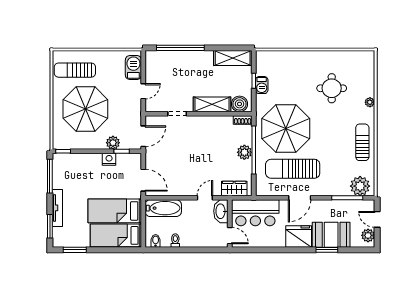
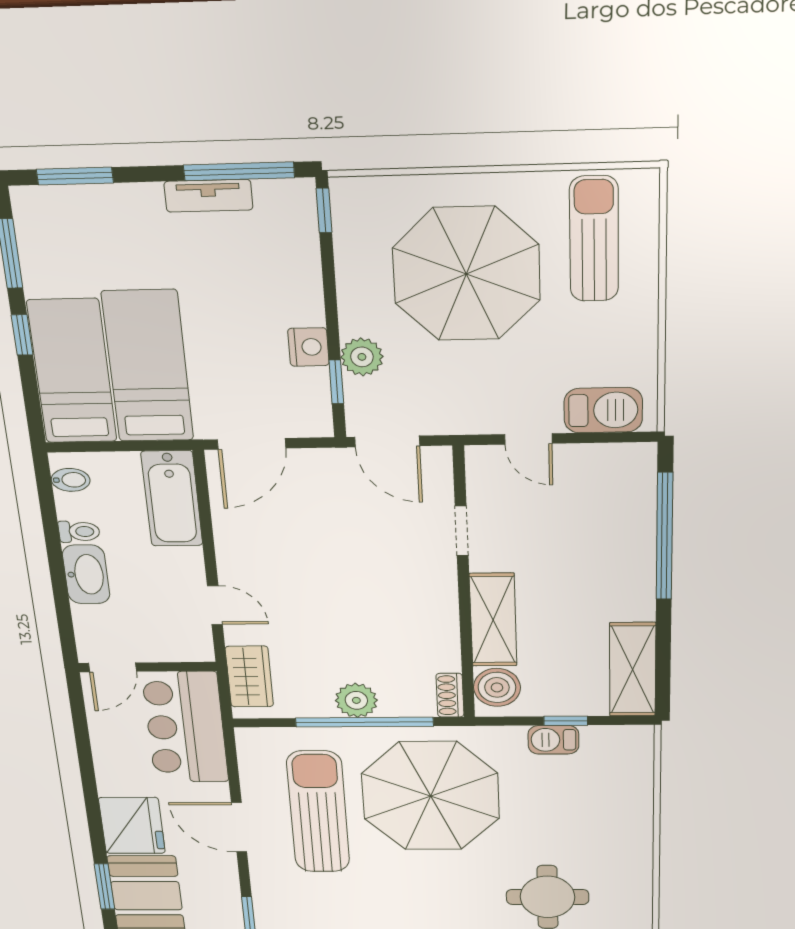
tv unit: (57, 208) -> (208, 196), moved, width x0.71
washbasin: (221, 211) -> (86, 574), moved, turned 90
window: (103, 250) -> (22, 335), added

